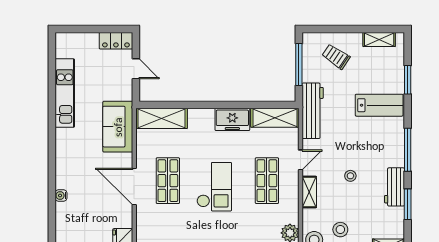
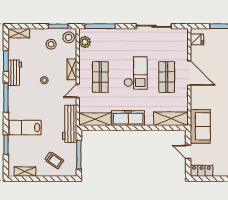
freezer: (232, 119) -> (128, 118), width x1.40
sofa: (118, 127) -> (200, 126), moved
checkout: (214, 187) -> (136, 73), turned 180

